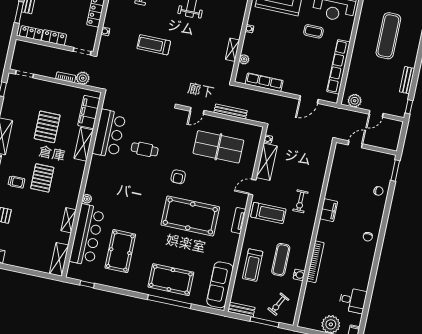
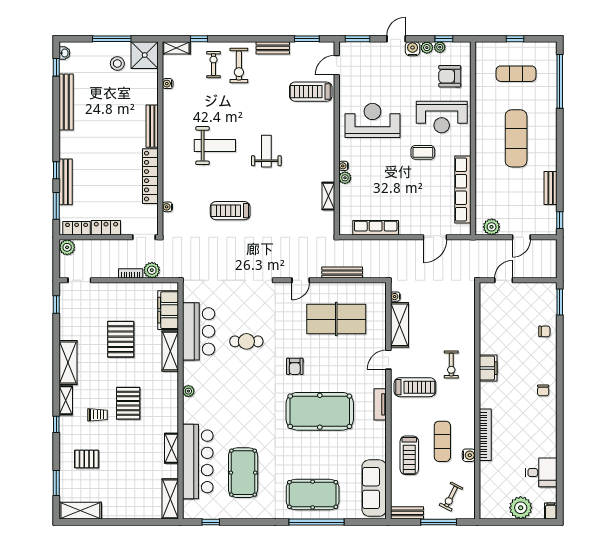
plant: (21, 46) -> (67, 247), added
plant: (244, 59) -> (345, 178), moved
plant: (87, 199) -> (188, 391), moved

